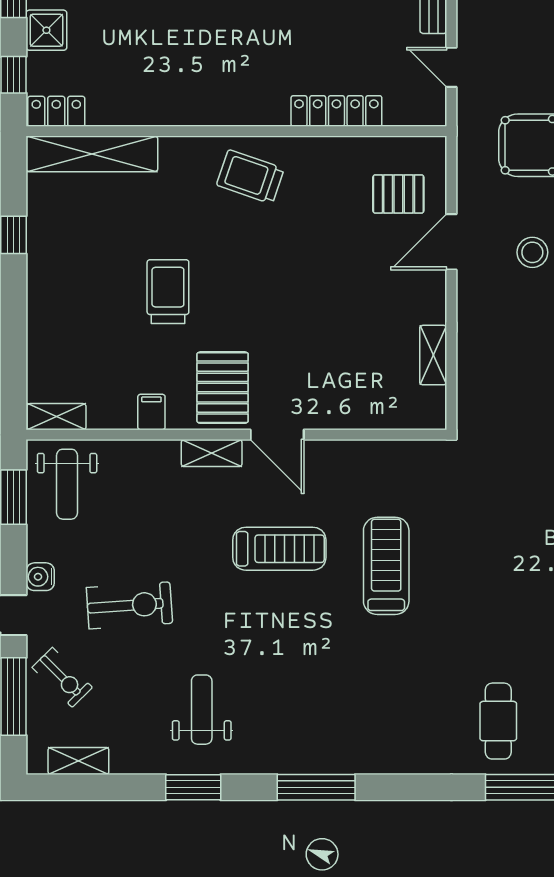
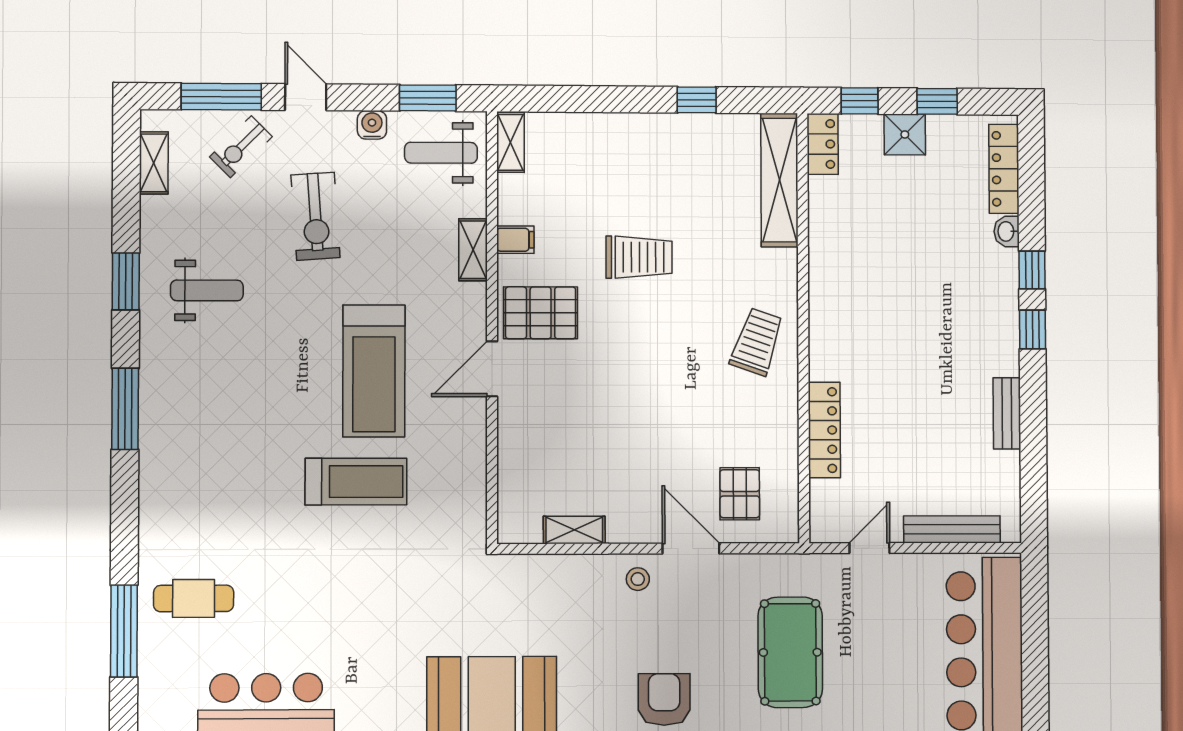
stool: (532, 252) -> (638, 579), moved, width x0.73, depth x0.73
shelving: (212, 453) -> (473, 250), moved
treadmill: (279, 549) -> (374, 371), width x1.37, depth x1.38
water cooler: (40, 577) -> (372, 125), moved

